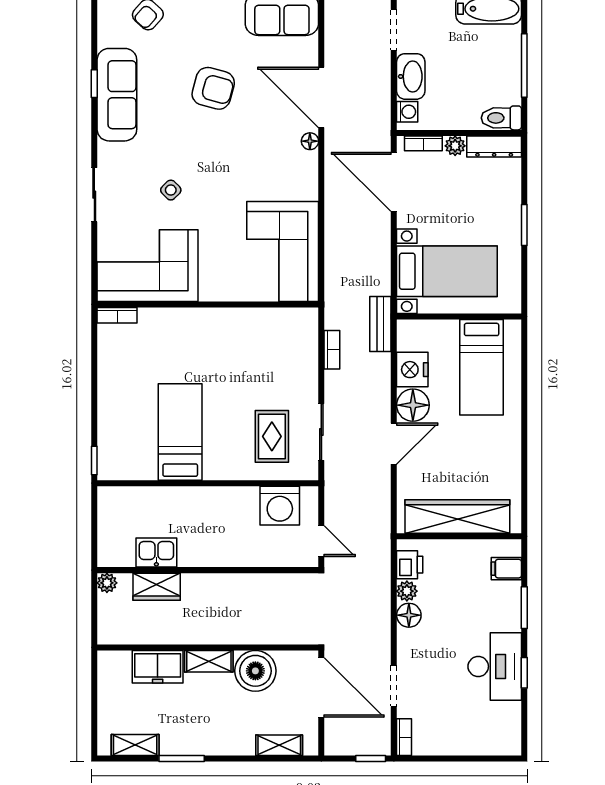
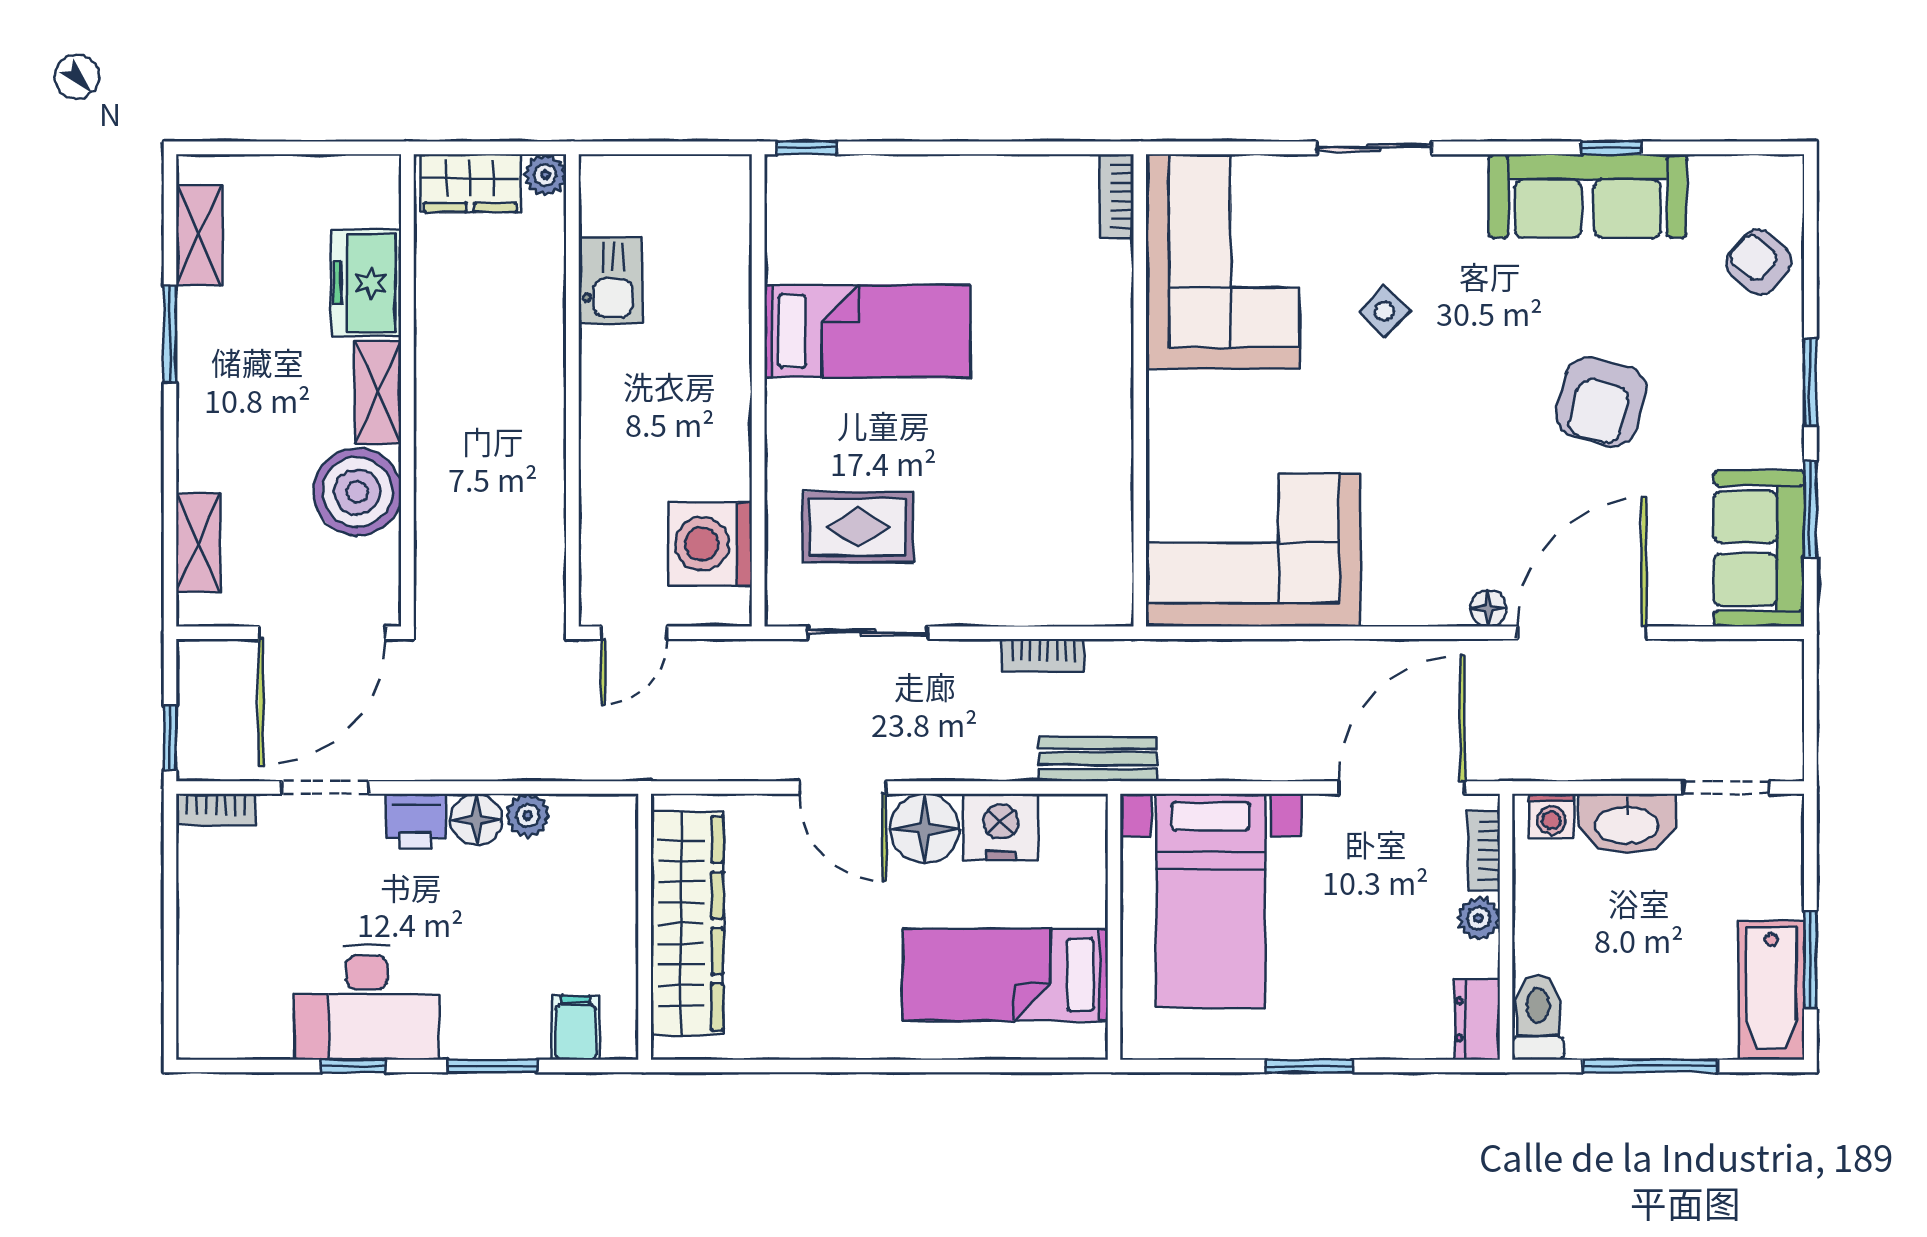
dresser: (494, 146) -> (1477, 1019), width x0.70
printer: (410, 565) -> (416, 821), moved
wardrobe: (157, 587) -> (470, 183), moved, turned -90

